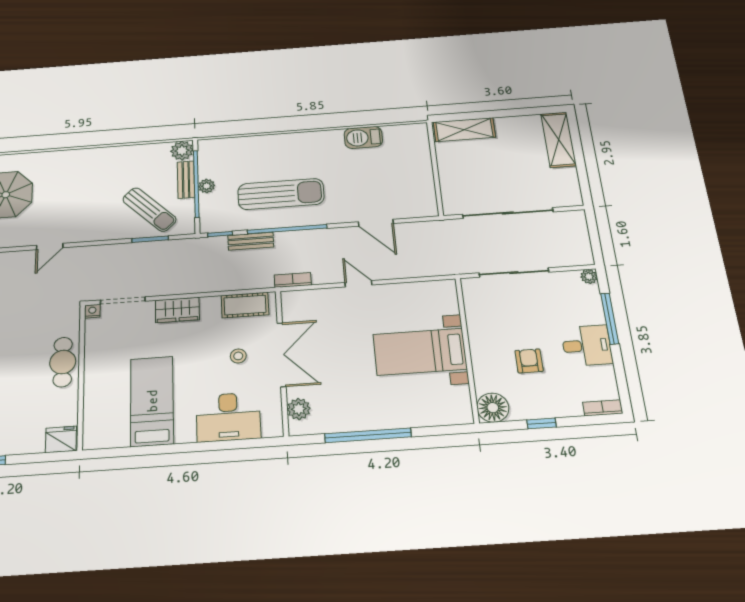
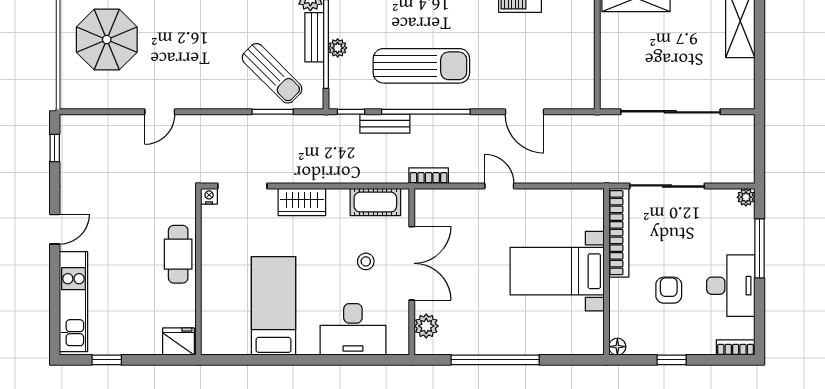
bookcase: (474, 315) -> (619, 233), added
desk: (587, 346) -> (731, 286), width x1.37
floor lamp: (493, 408) -> (617, 347), width x0.53, depth x0.53

